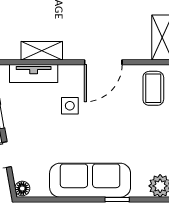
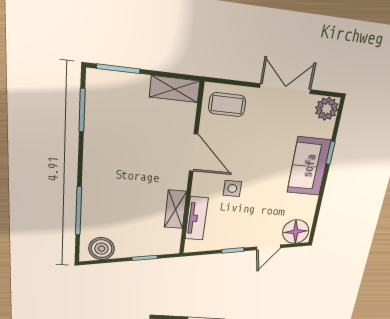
sofa: (90, 180) -> (309, 166), width x0.73
floor lamp: (22, 188) -> (296, 232), width x1.89, depth x1.89

